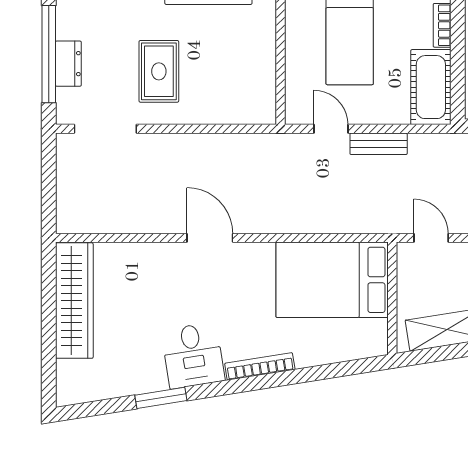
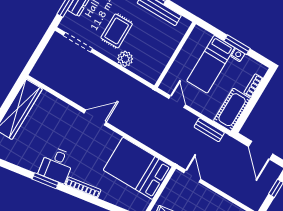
plant: (201, 109) -> (125, 59), added
bench: (379, 144) -> (209, 130), moved
door: (210, 238) -> (95, 118), hinge flipped
window: (161, 398) -> (45, 181), moved

